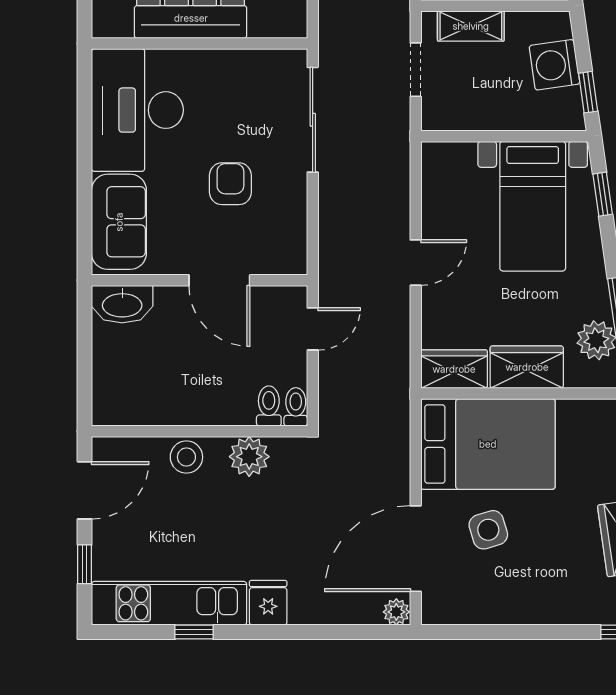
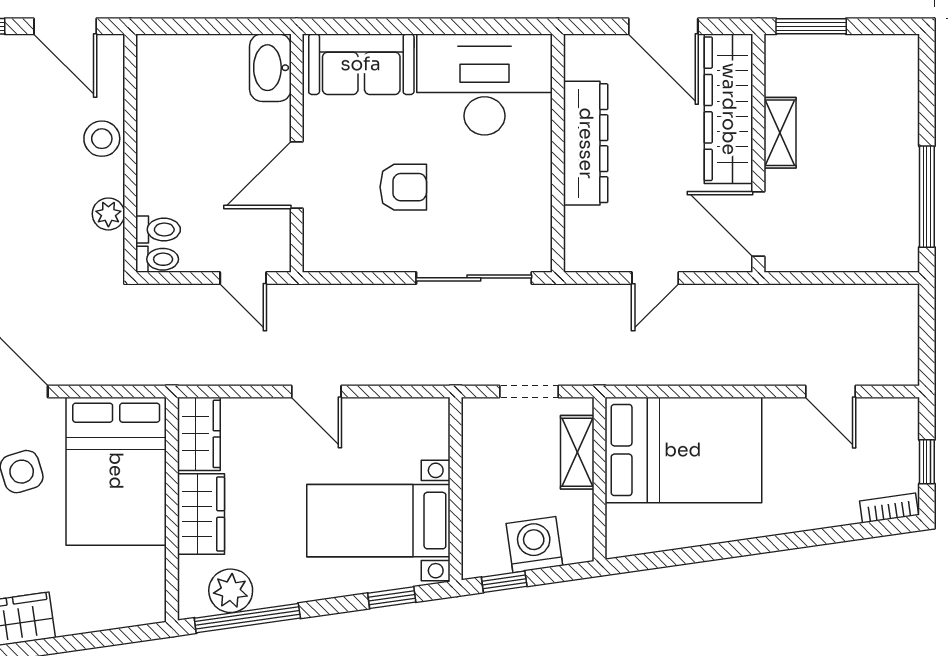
plant: (249, 457) -> (108, 214), width x0.73, depth x0.73

